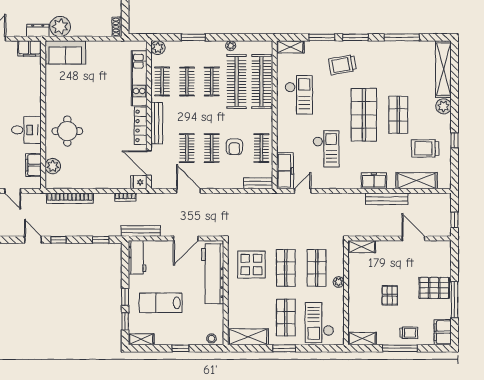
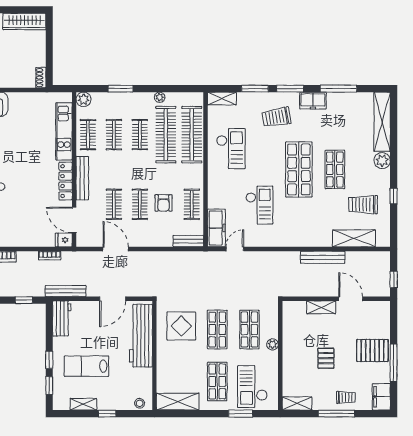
freezer: (374, 181) -> (313, 101), moved, turned 180
shelving: (362, 247) -> (321, 307), moved
shelving: (141, 339) -> (83, 404), moved
window: (284, 348) -> (241, 414), moved

